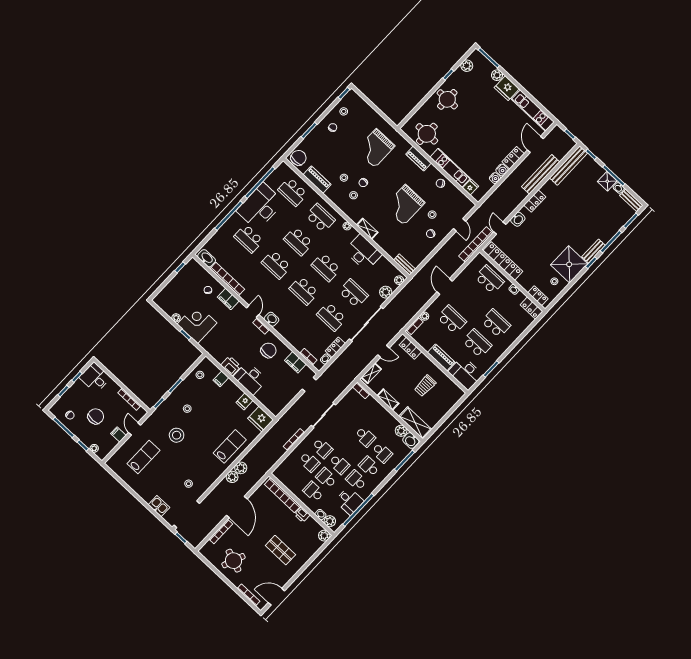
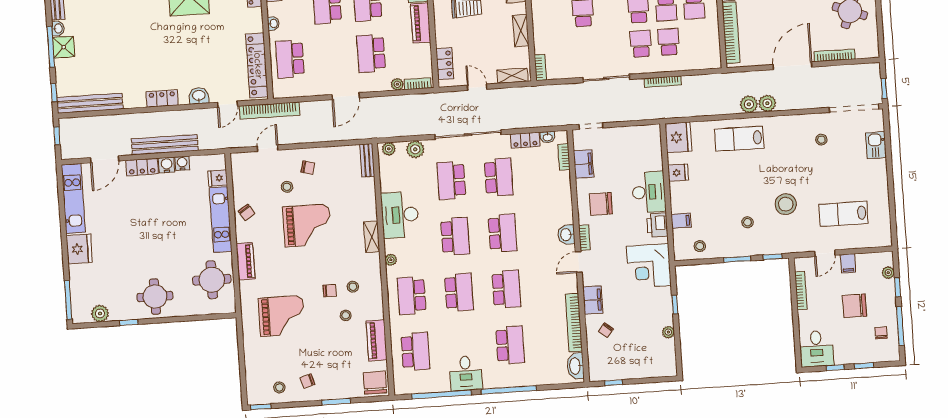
plant: (497, 75) -> (77, 273), removed
chair: (298, 158) -> (375, 383), turned 90
bench: (541, 174) -> (165, 145), moved
desk: (260, 207) -> (466, 373), width x0.53, depth x0.77
corner desk: (197, 324) -> (649, 266), moved

